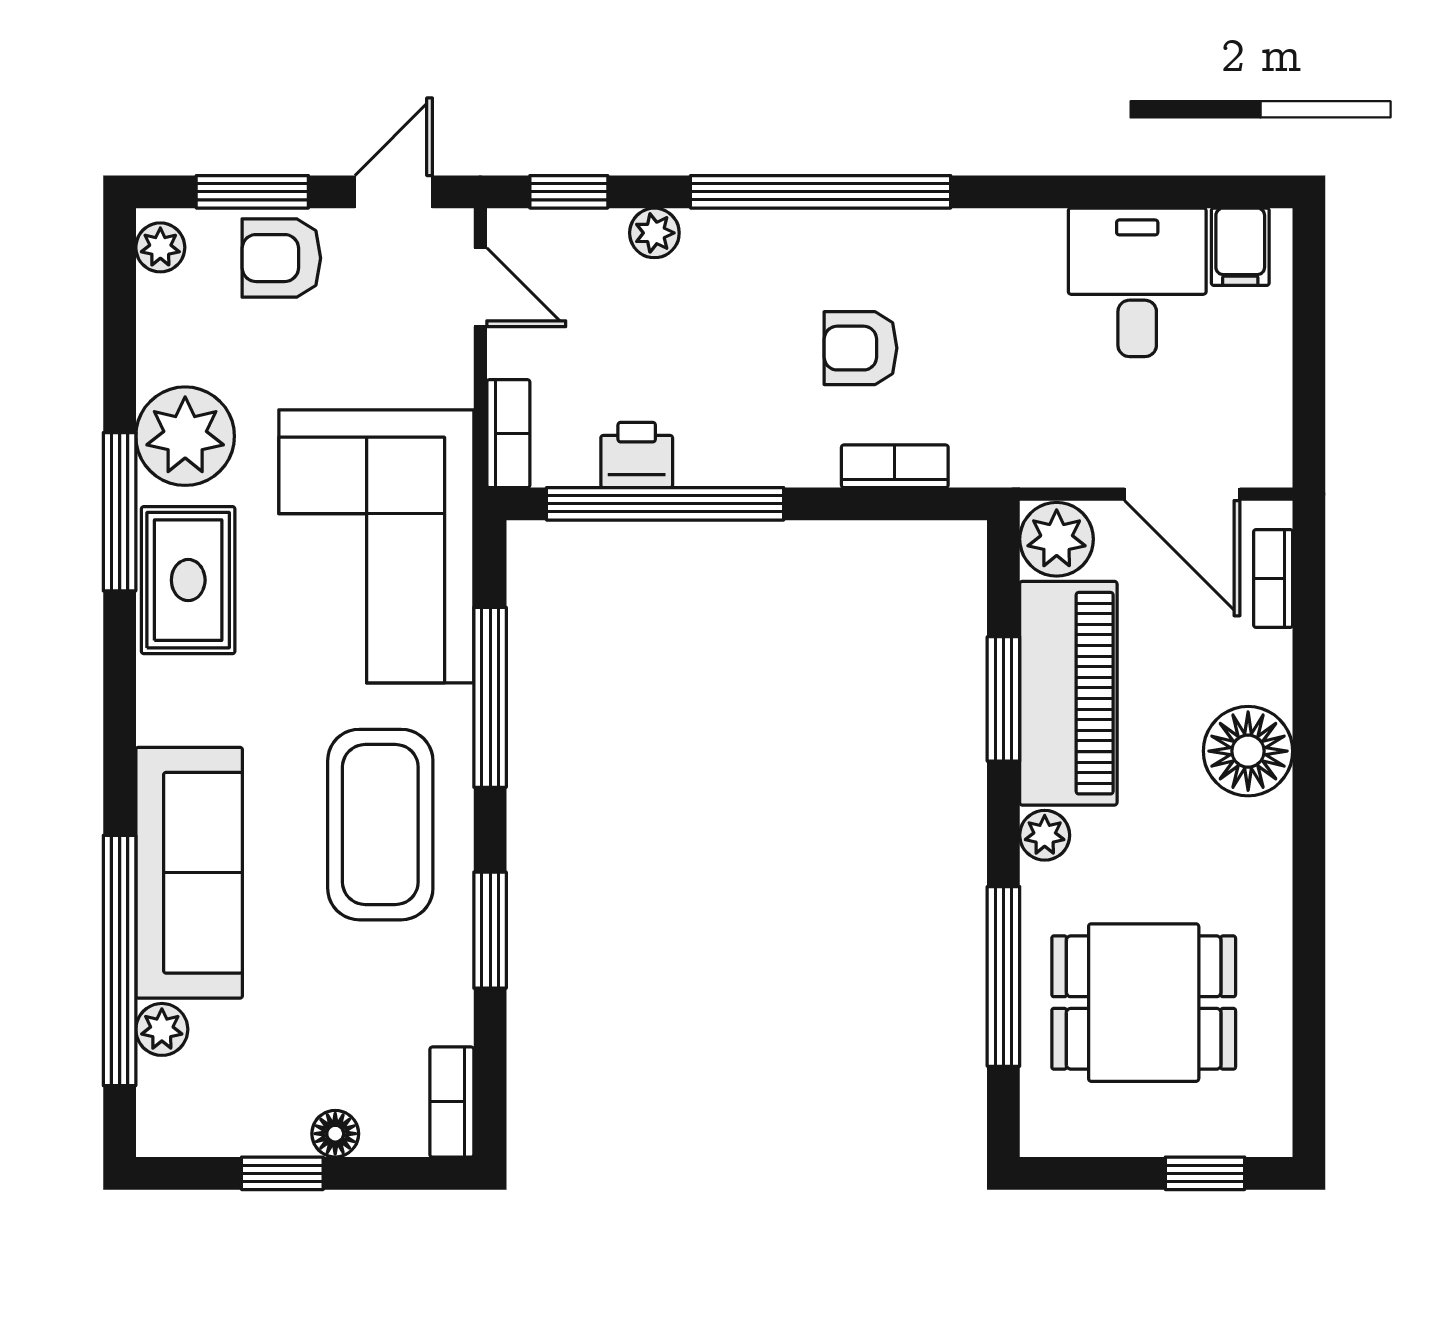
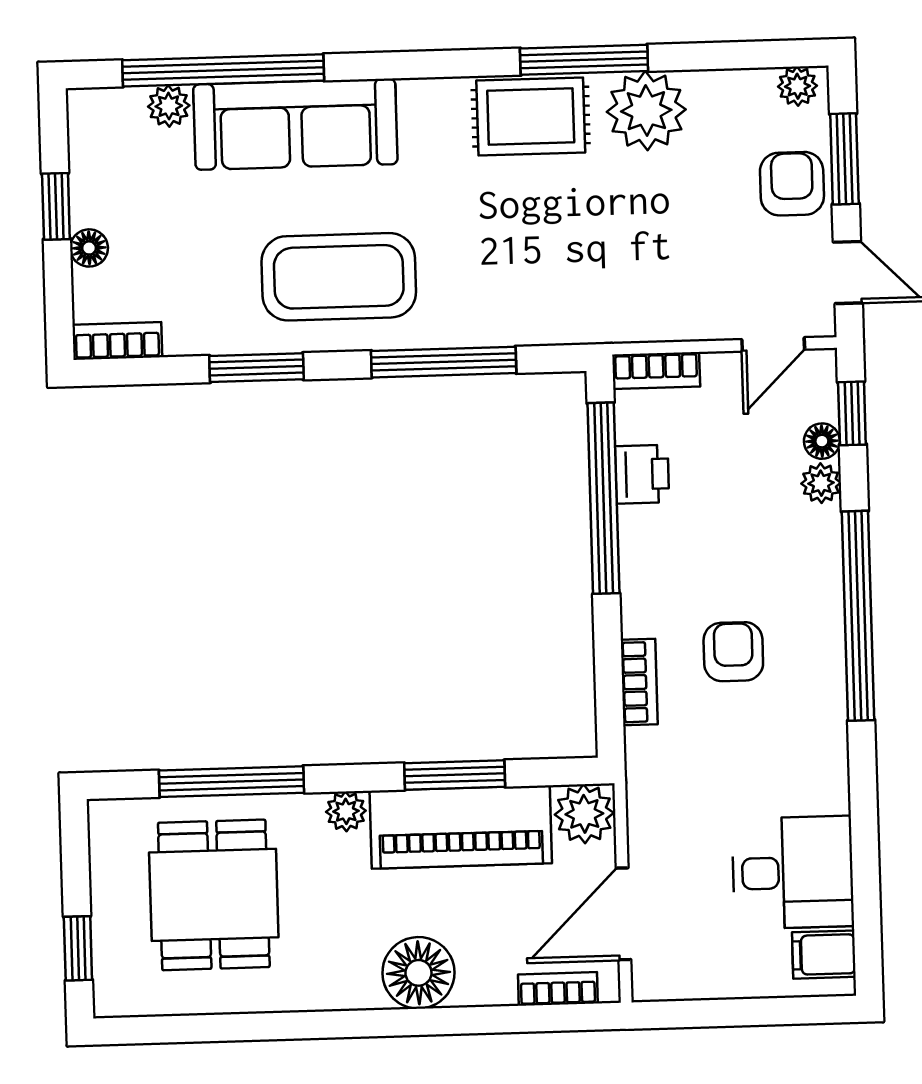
floor lamp: (602, 230) -> (822, 441), added
corner sofa: (376, 546) -> (562, 267), removed

